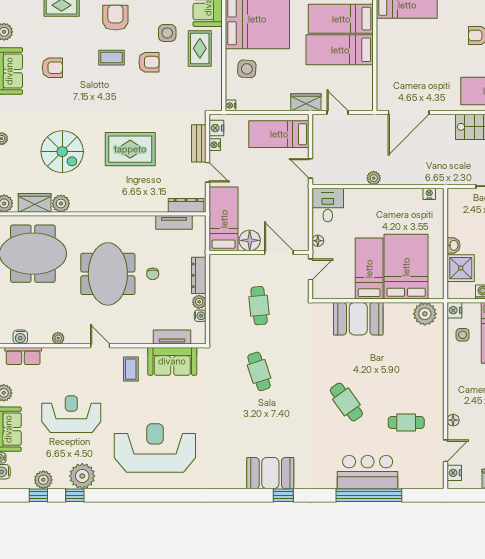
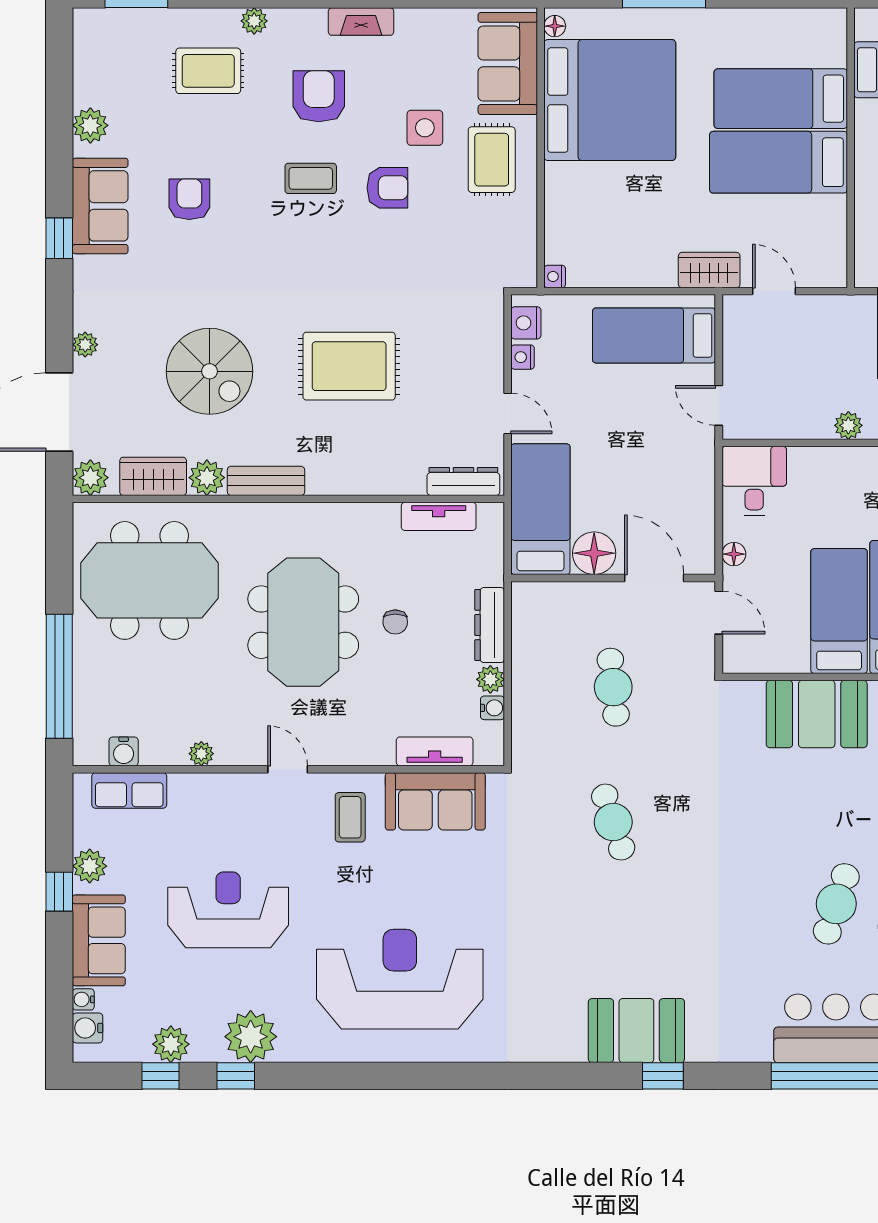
armchair: (52, 68) -> (189, 199), turned -90
side table: (247, 69) -> (588, 202), removed
bench: (199, 143) -> (266, 481), moved, turned 90
door: (310, 269) -> (719, 613), hinge flipped
cafe table: (346, 402) -> (836, 904), moved, turned 54

